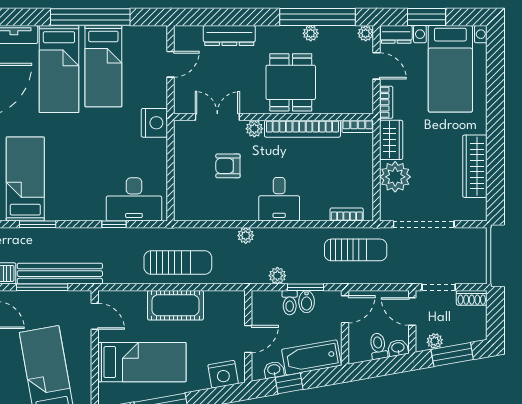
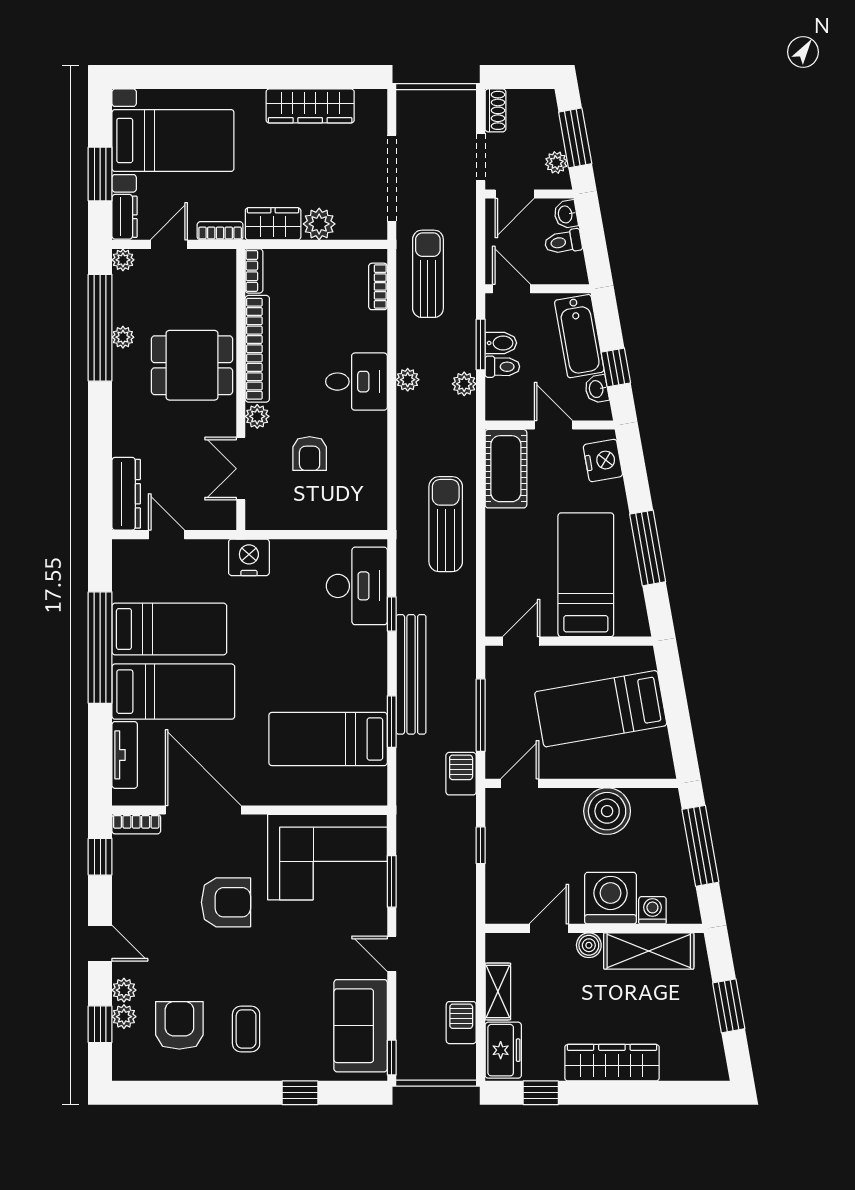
dresser: (229, 36) -> (126, 494), moved
plant: (395, 177) -> (319, 224), width x0.73, depth x0.73
plant: (246, 235) -> (408, 380), moved
bench: (60, 274) -> (411, 674), moved
cot: (175, 305) -> (506, 469), moved

